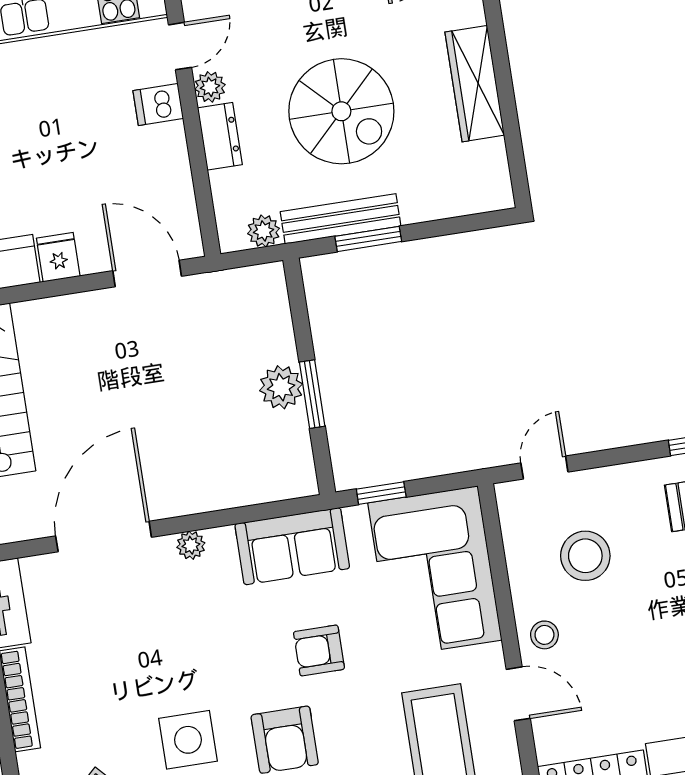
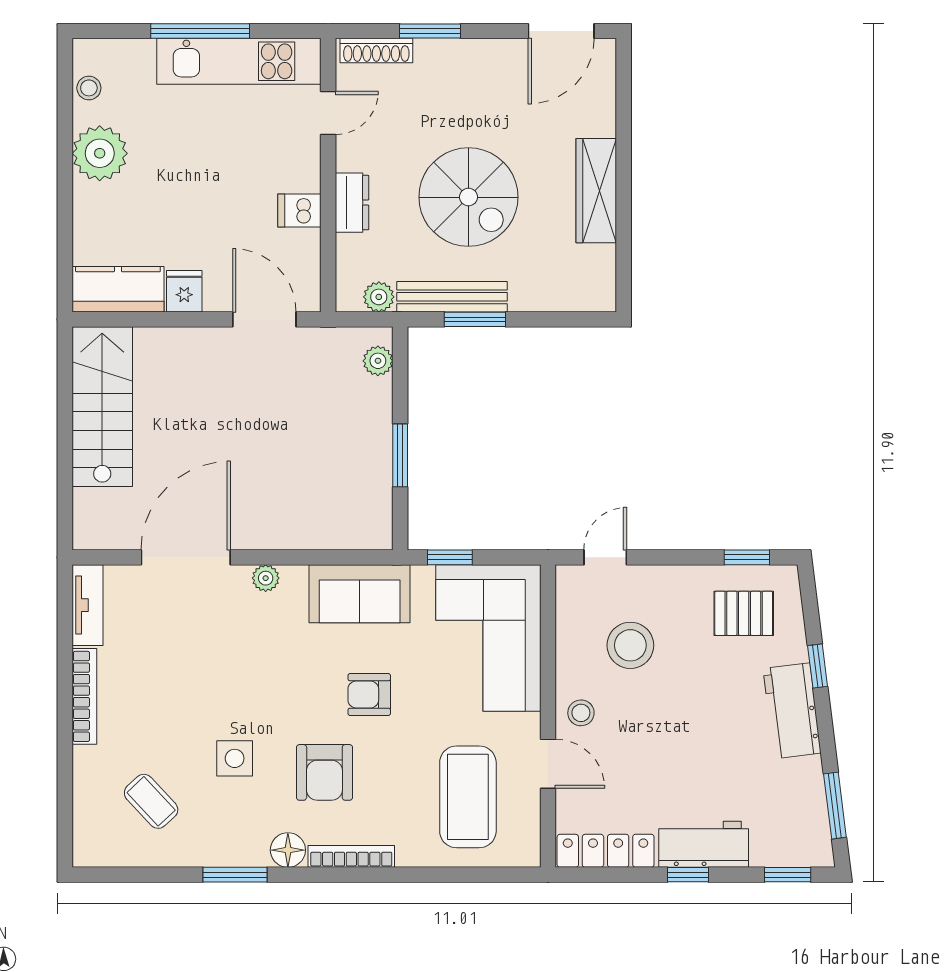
plant: (210, 87) -> (350, 155), removed
dishwasher: (158, 104) -> (299, 210), moved
plant: (281, 387) -> (378, 361), moved, width x0.73, depth x0.73
side table: (188, 740) -> (235, 758), width x0.73, depth x0.73

